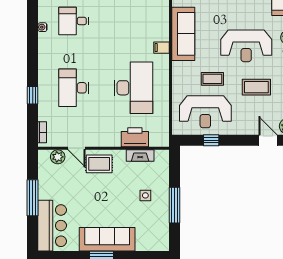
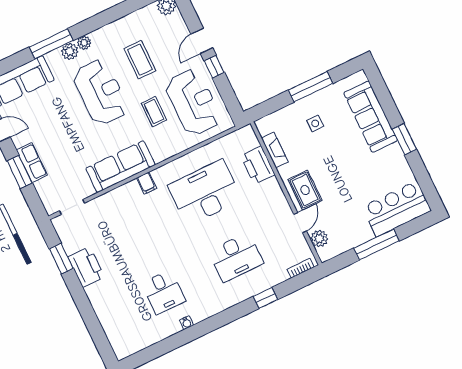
window: (211, 140) -> (214, 67), moved
door: (268, 140) -> (202, 41), moved
sofa: (107, 239) -> (371, 117), moved

